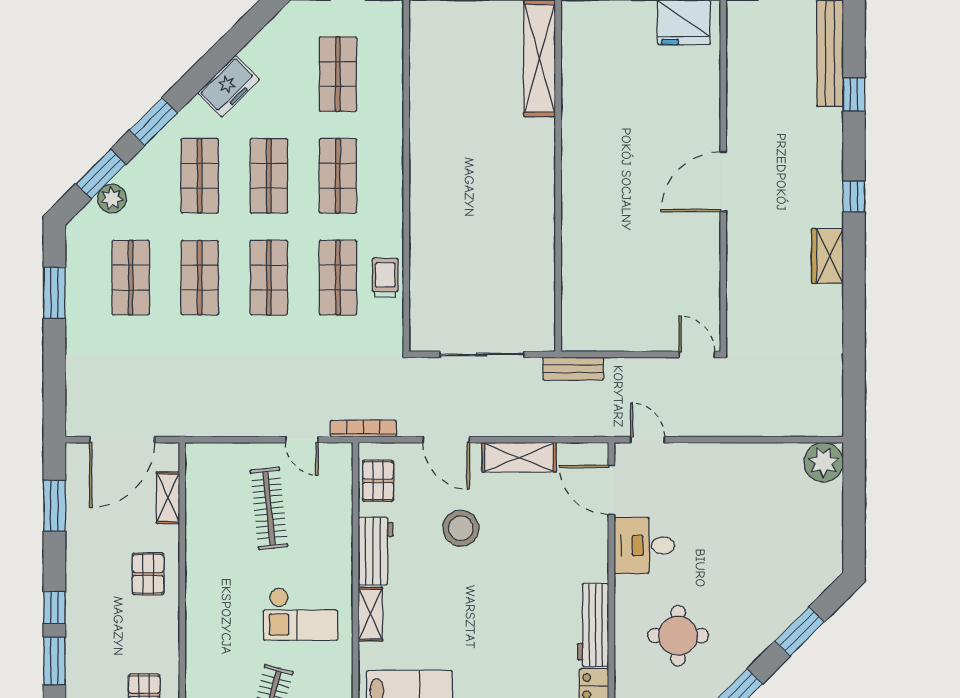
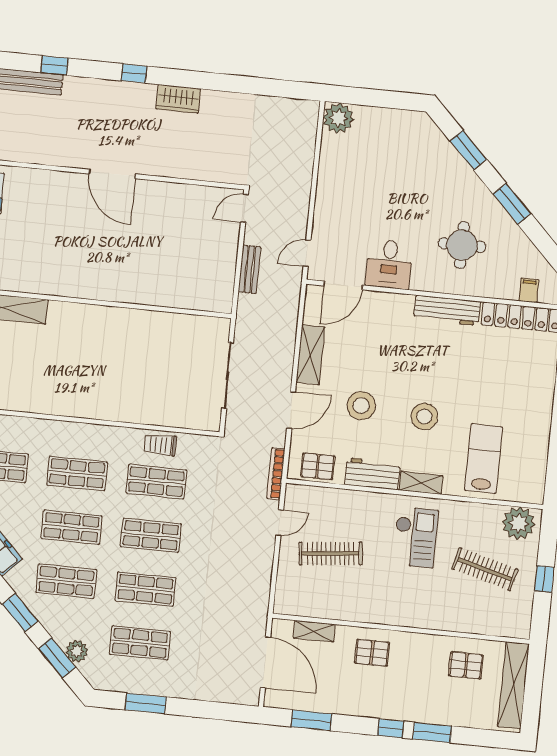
bench: (573, 369) -> (249, 269), moved
stool: (455, 610) -> (424, 417), added

